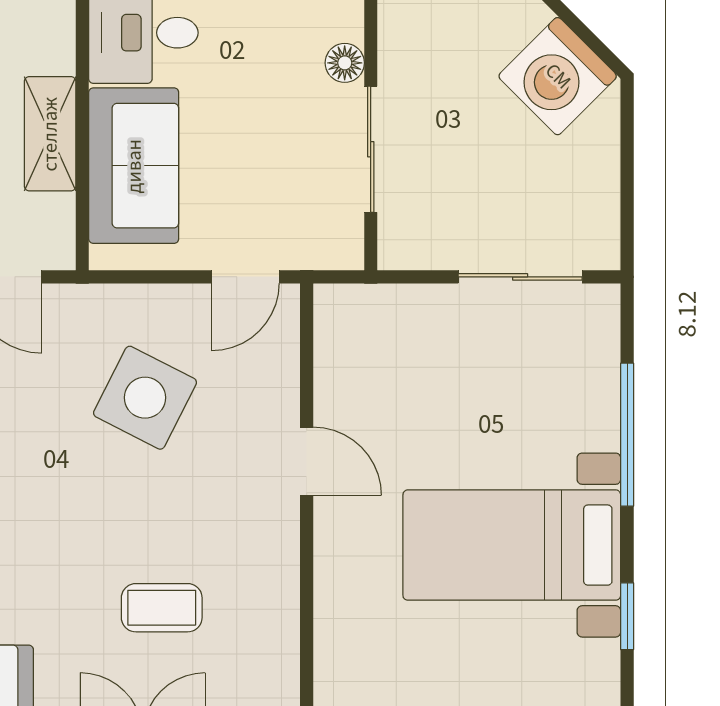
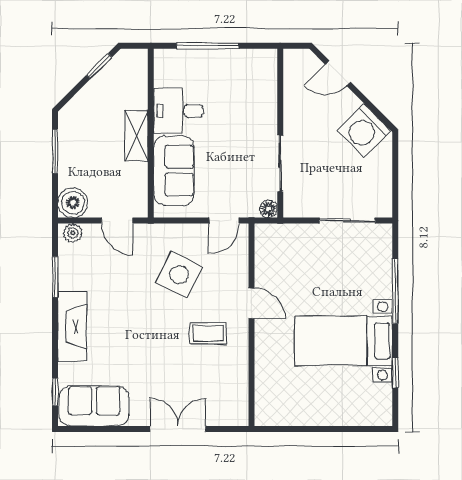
floor lamp: (345, 63) -> (269, 209), moved
shelving: (50, 134) -> (136, 136), moved
coffee table: (162, 608) -> (208, 333), moved

